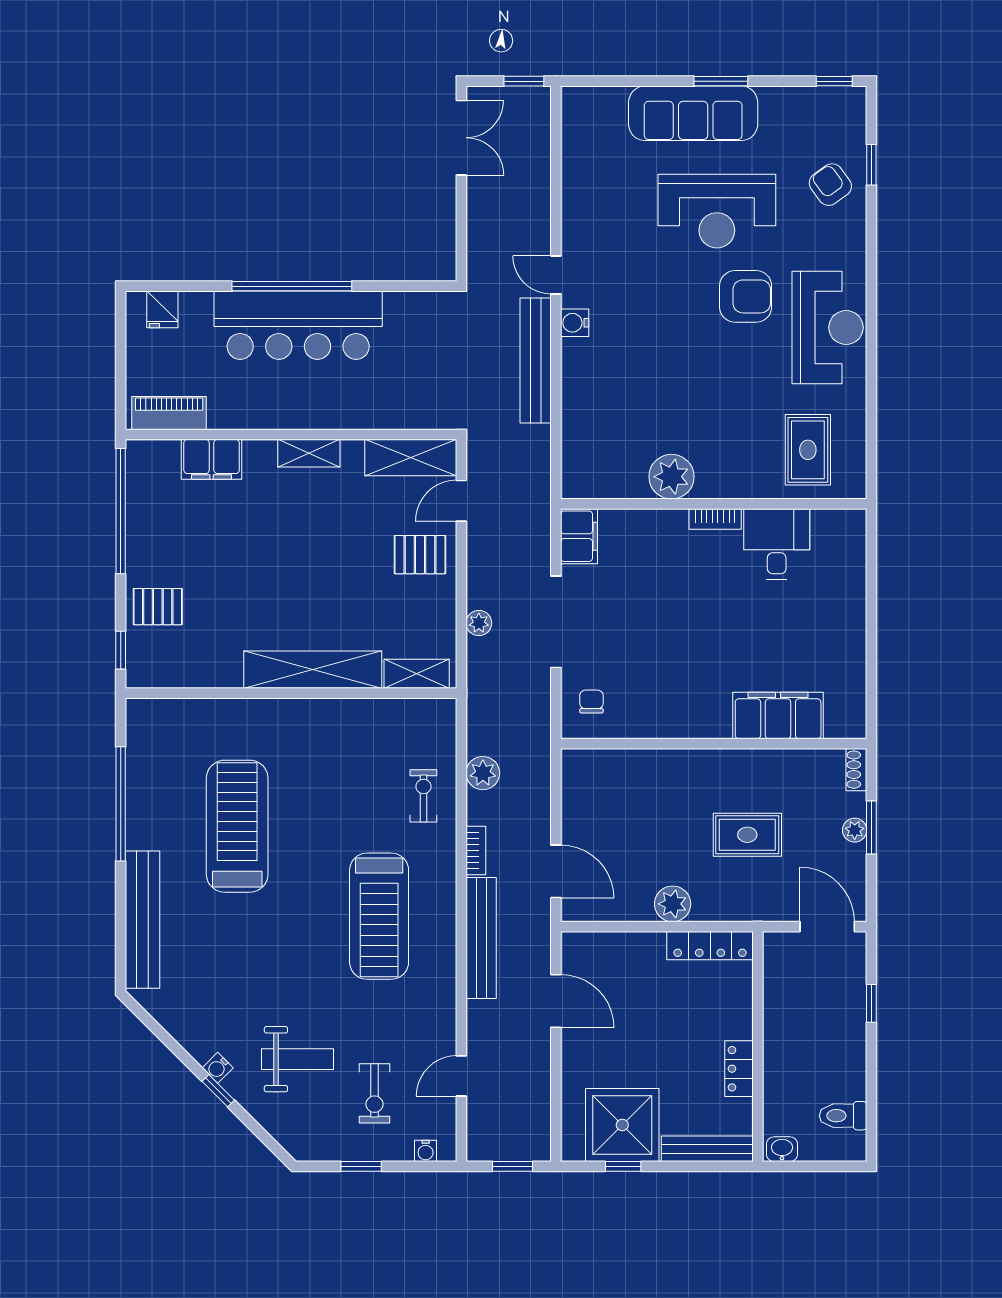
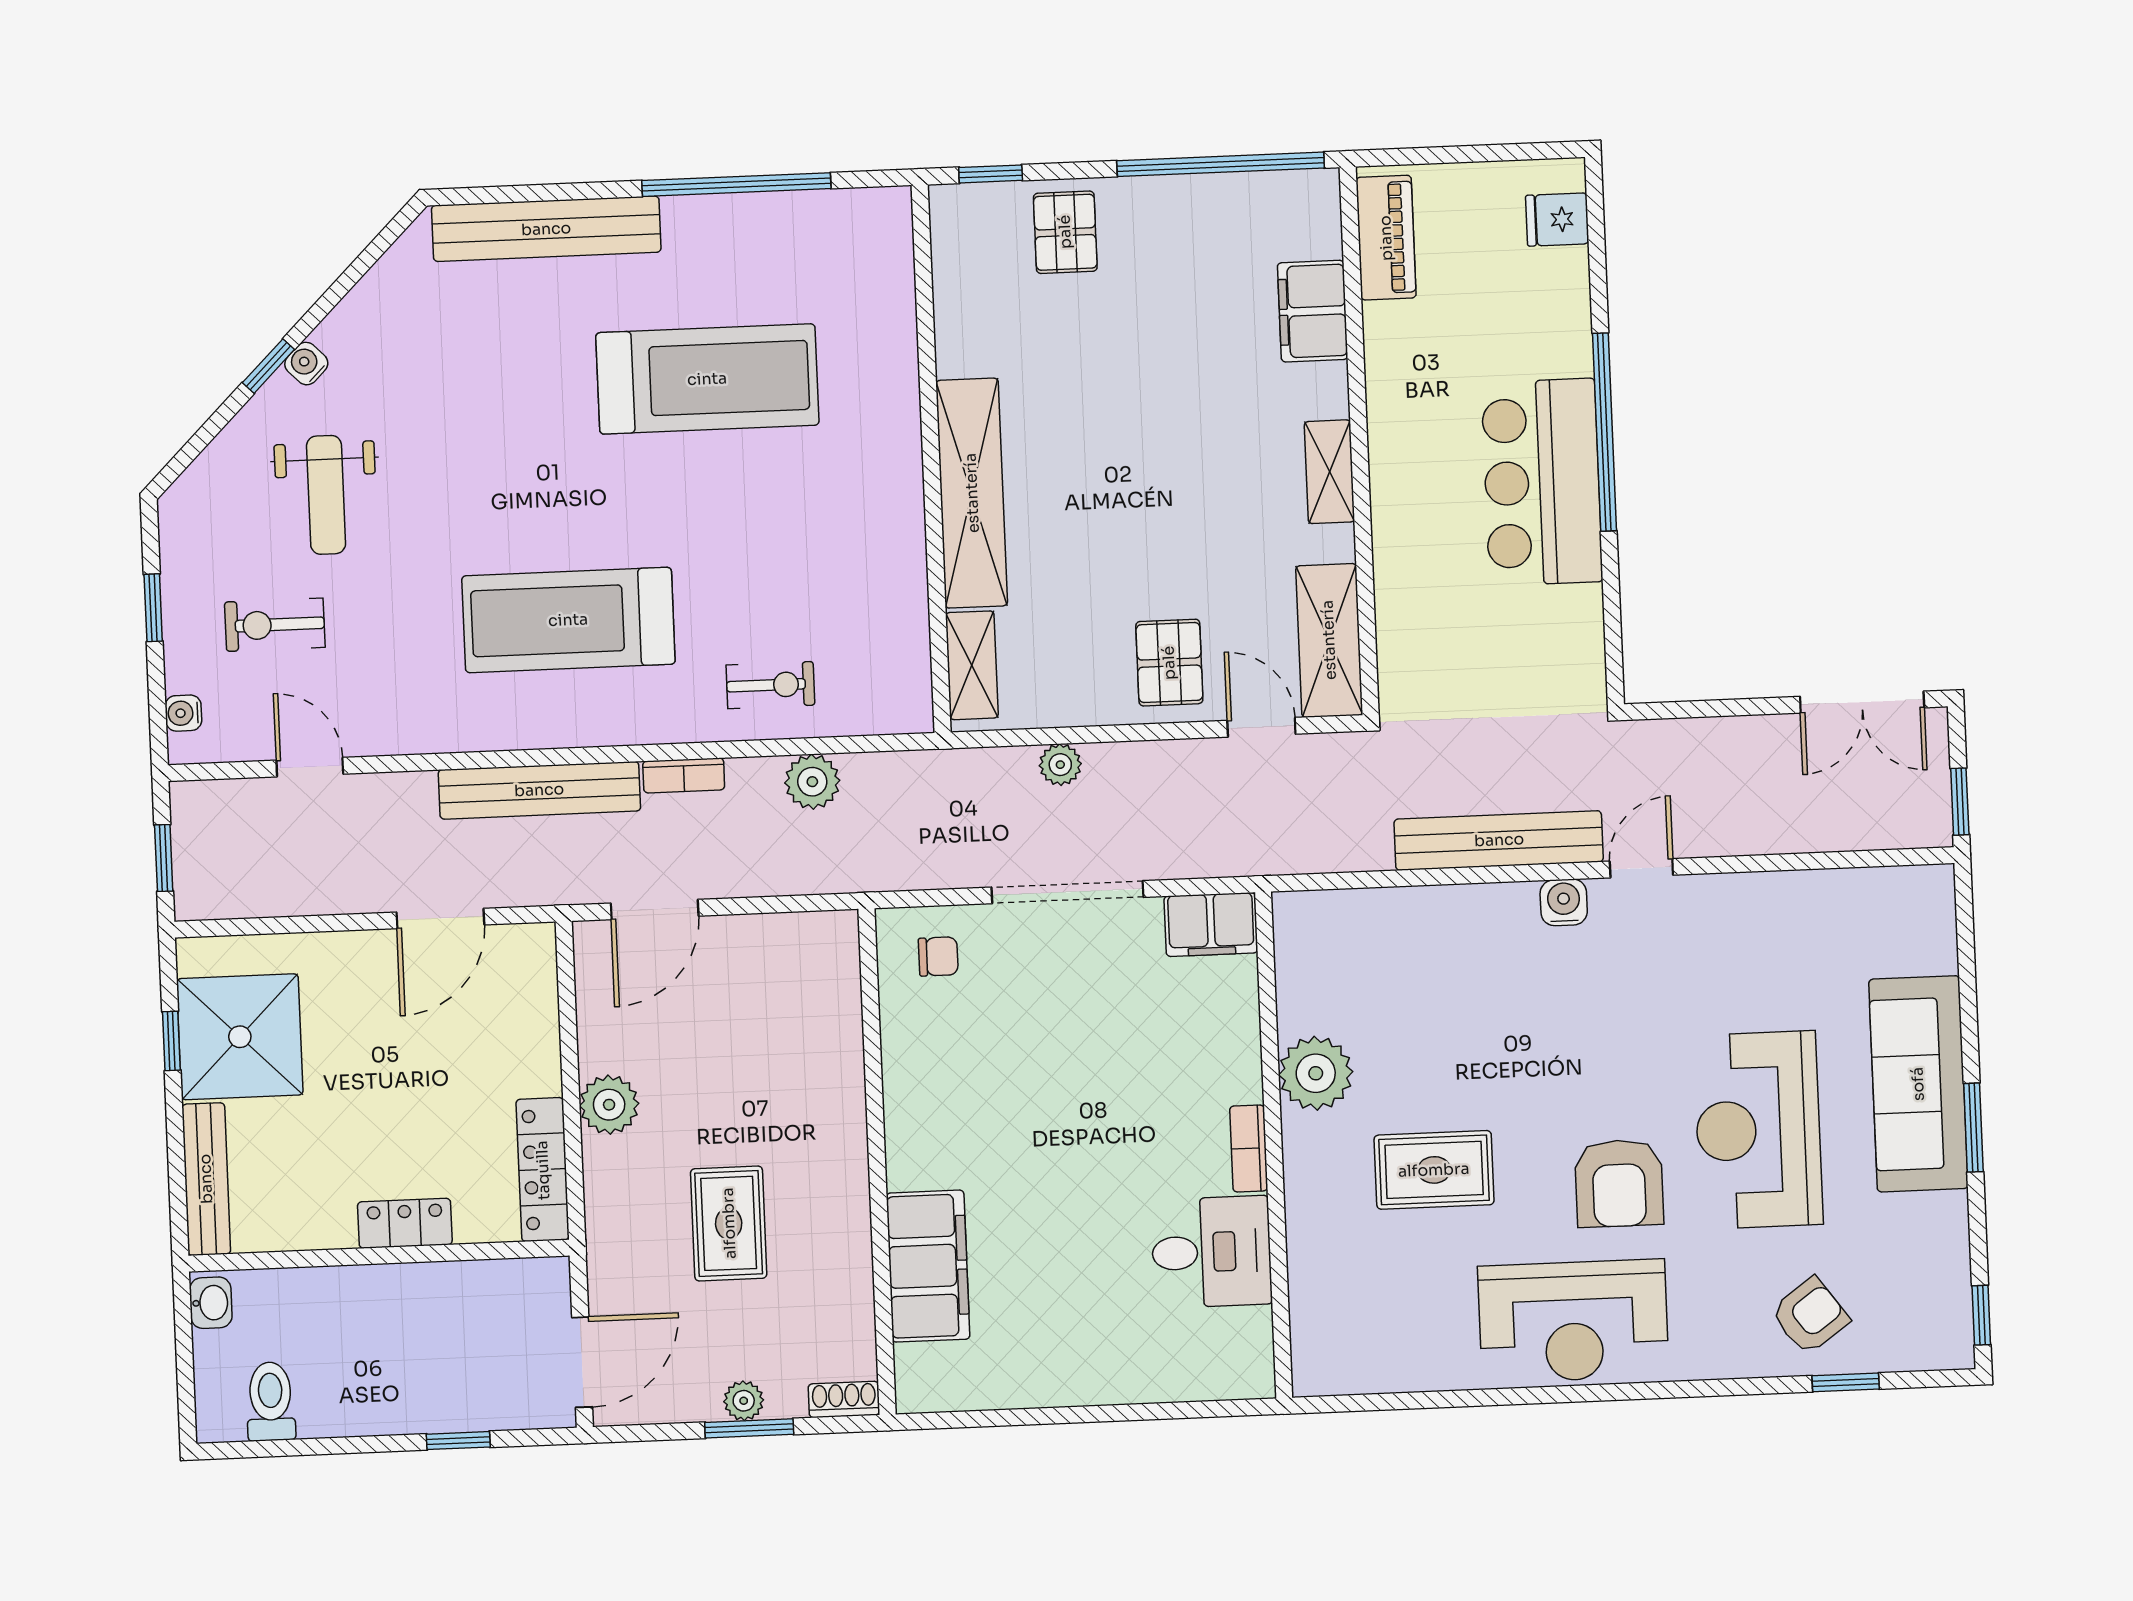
bar counter: (298, 325) -> (1542, 482), width x0.73
rug: (808, 450) -> (1434, 1170), moved
locker: (739, 1069) -> (405, 1223), moved

